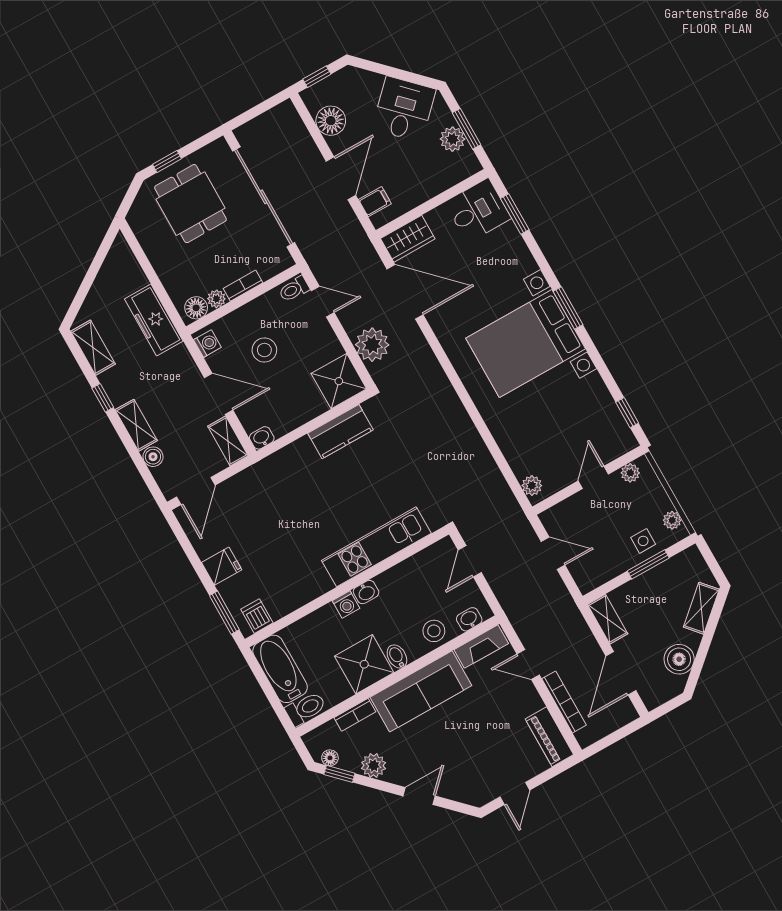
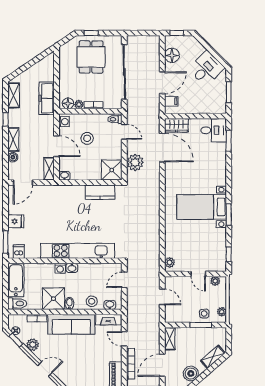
plant: (452, 139) -> (220, 93), removed
window: (568, 308) -> (229, 215), moved
bed with nightstands: (526, 343) -> (202, 207), width x0.73
door: (593, 477) -> (198, 274), swing flipped
kitchen unit: (376, 547) -> (78, 251), width x1.36

